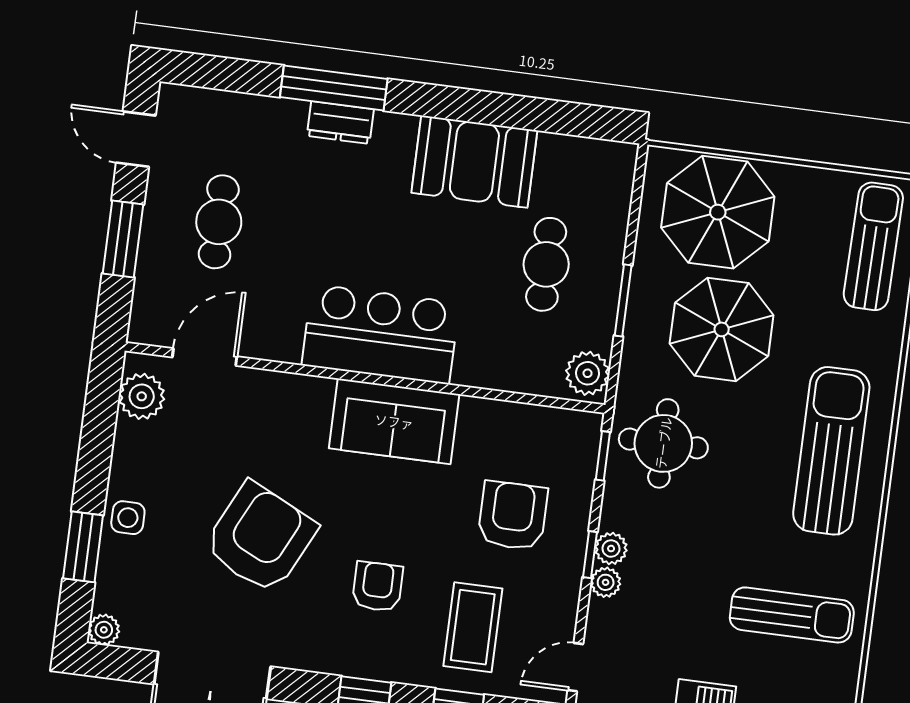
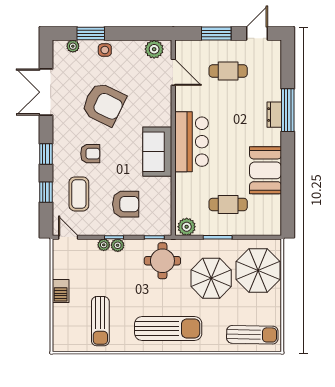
coffee table: (473, 627) -> (79, 194), turned 90
plant: (104, 630) -> (73, 46), moved

